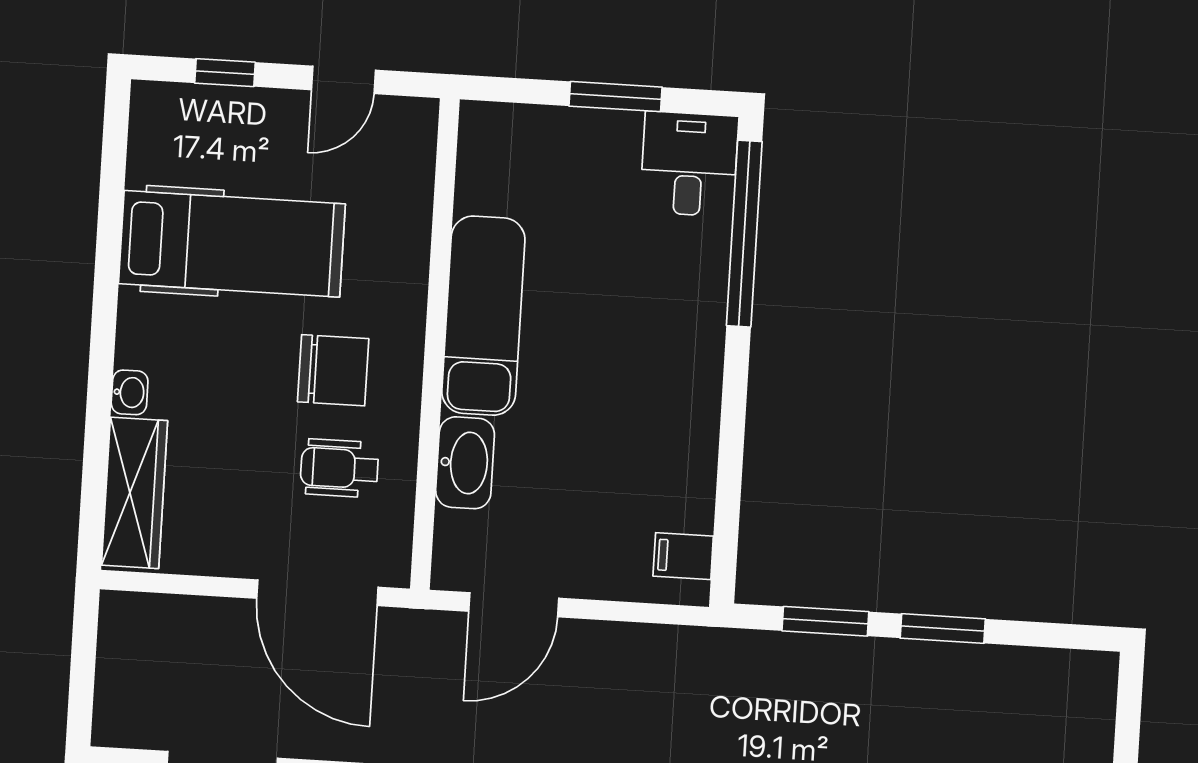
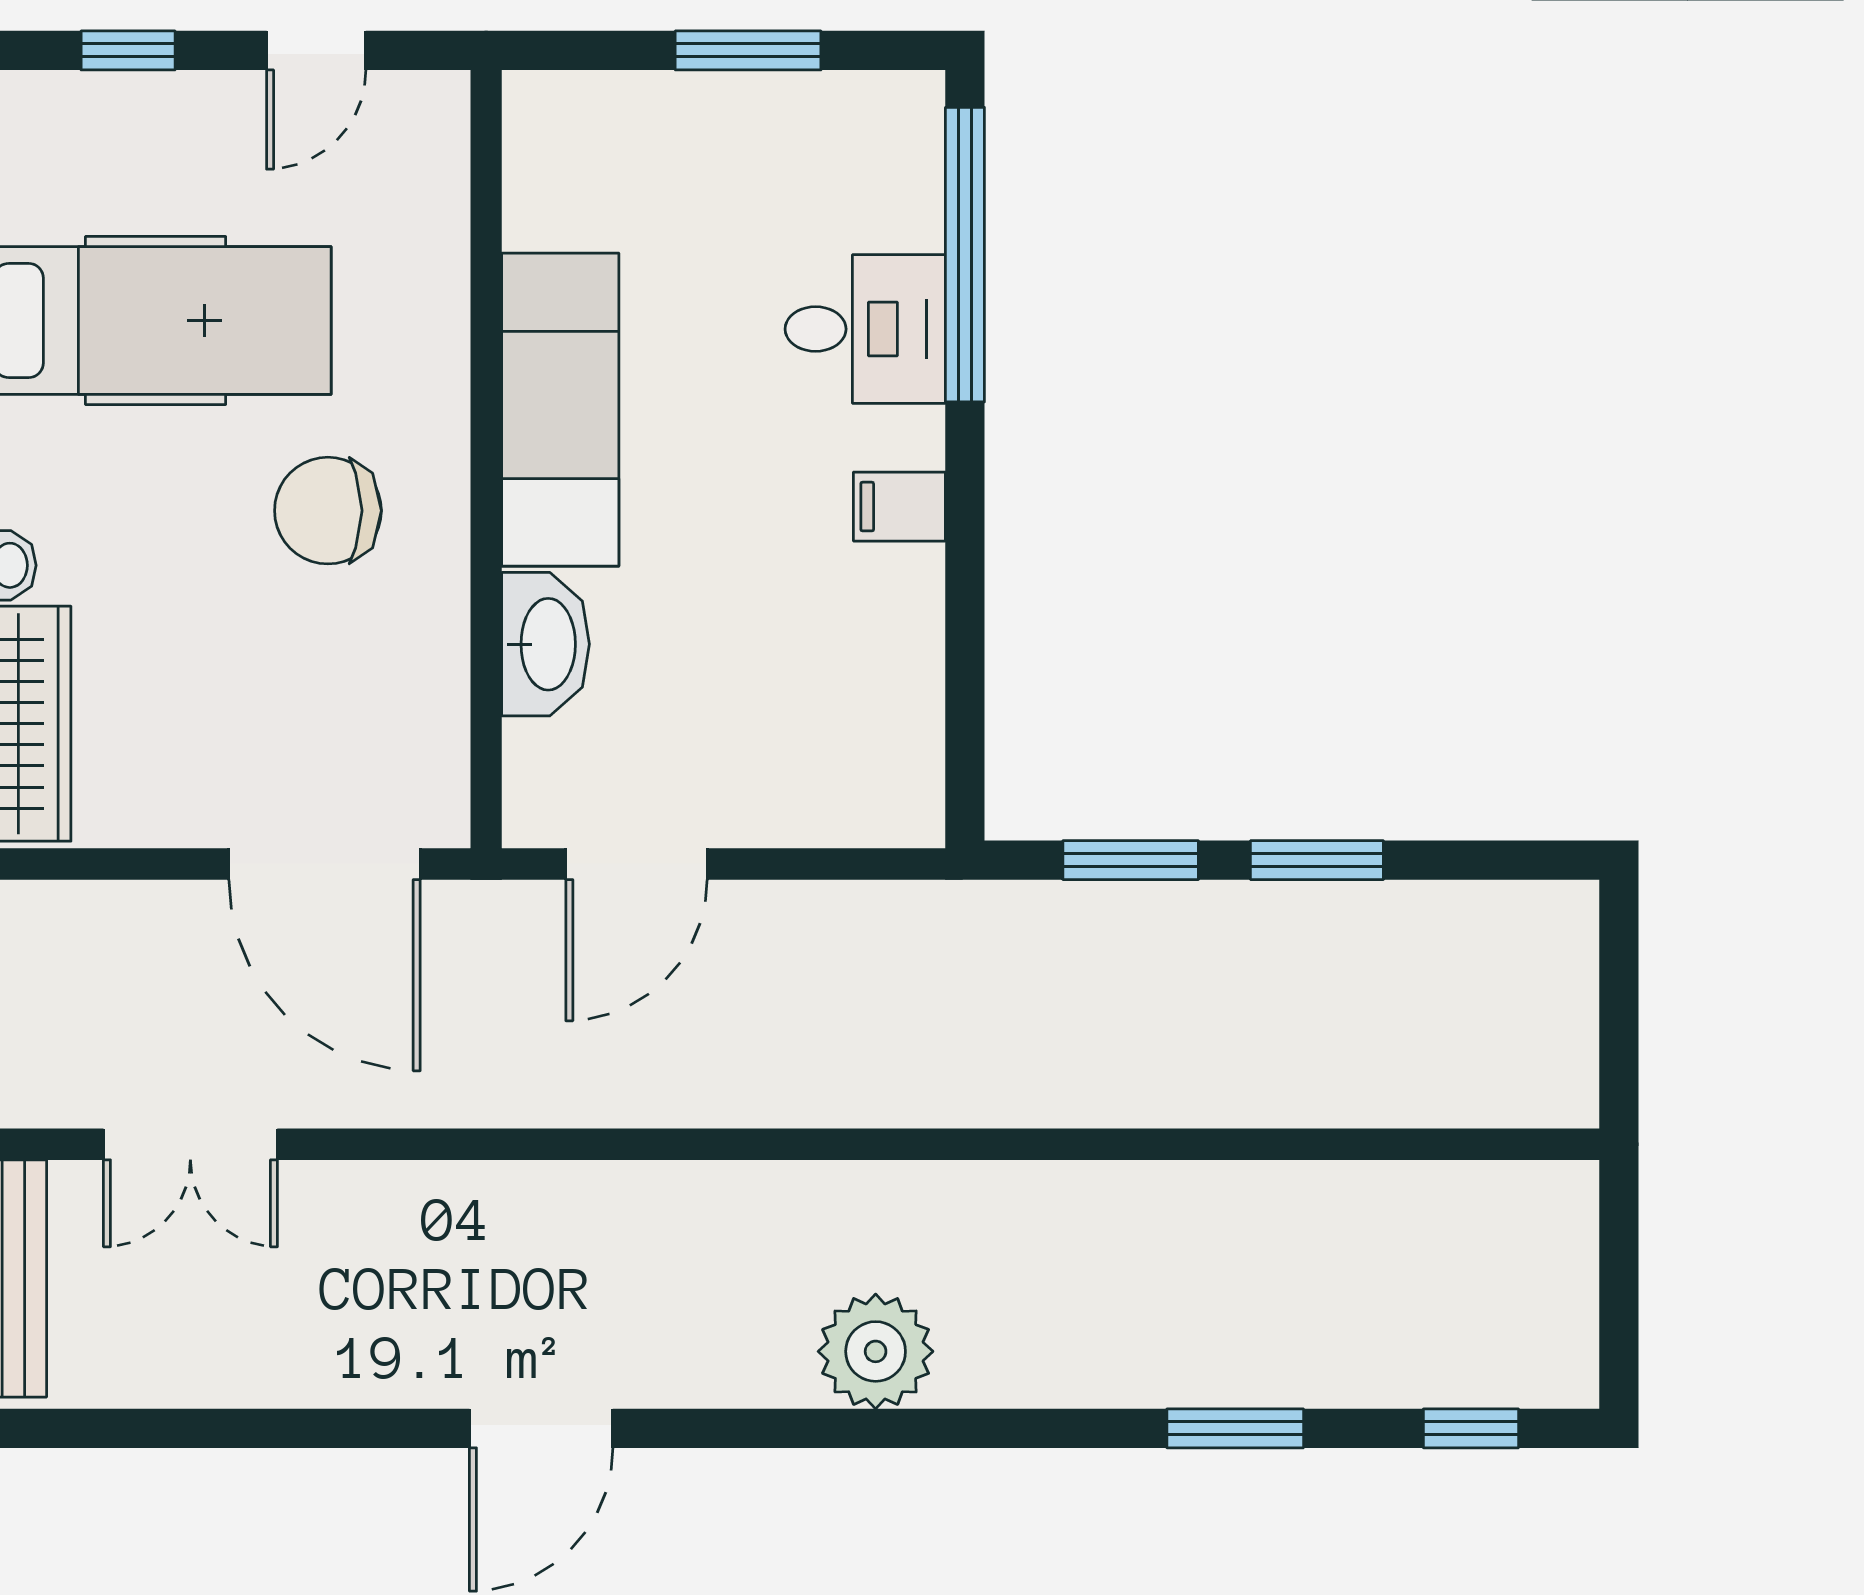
desk: (689, 164) -> (865, 329), moved, turned 90
chair: (333, 370) -> (328, 511), turned 180
wheelchair: (339, 468) -> (347, 665), removed
filing cabinet: (683, 556) -> (899, 507), moved

